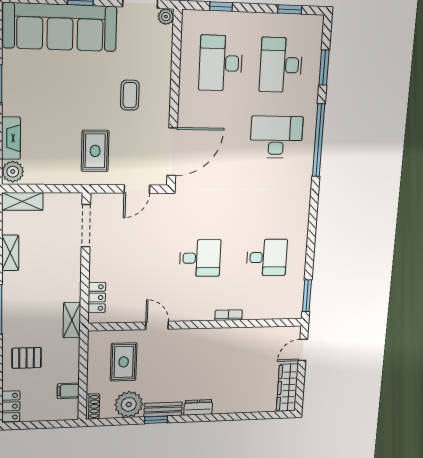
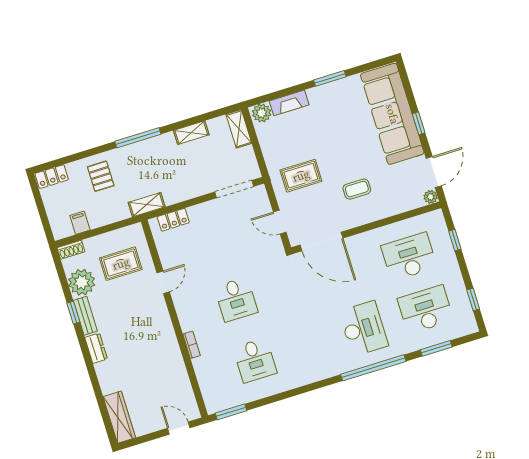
wardrobe: (287, 388) -> (119, 417), moved, turned 90

